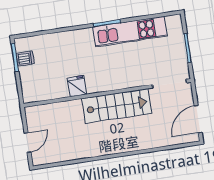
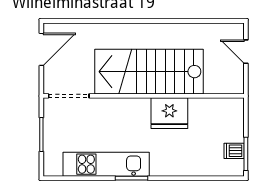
fridge: (77, 86) -> (169, 113), width x1.88, depth x1.34
stairs: (117, 106) -> (149, 72), width x1.36, depth x1.51
door: (28, 143) -> (246, 52), hinge flipped

